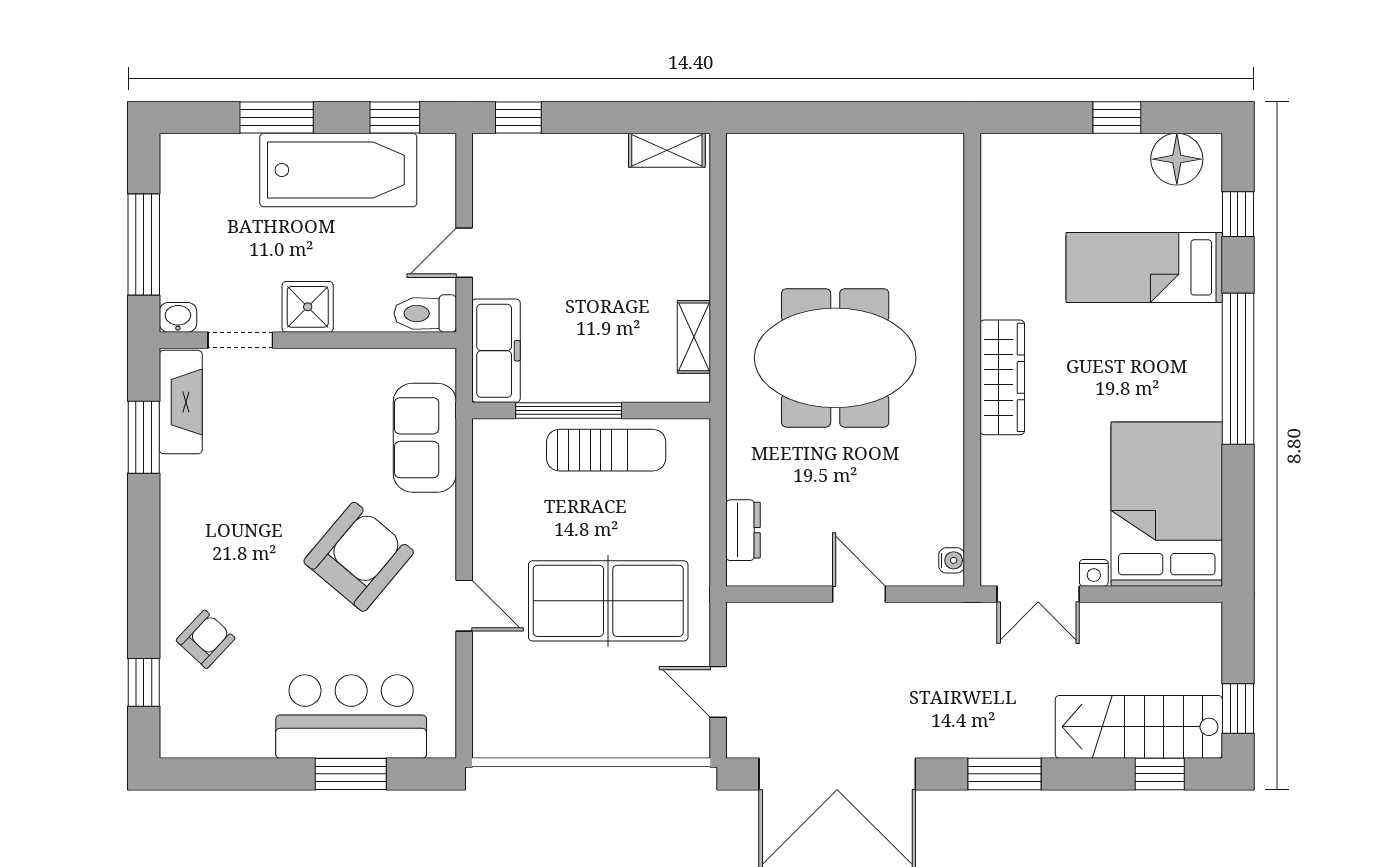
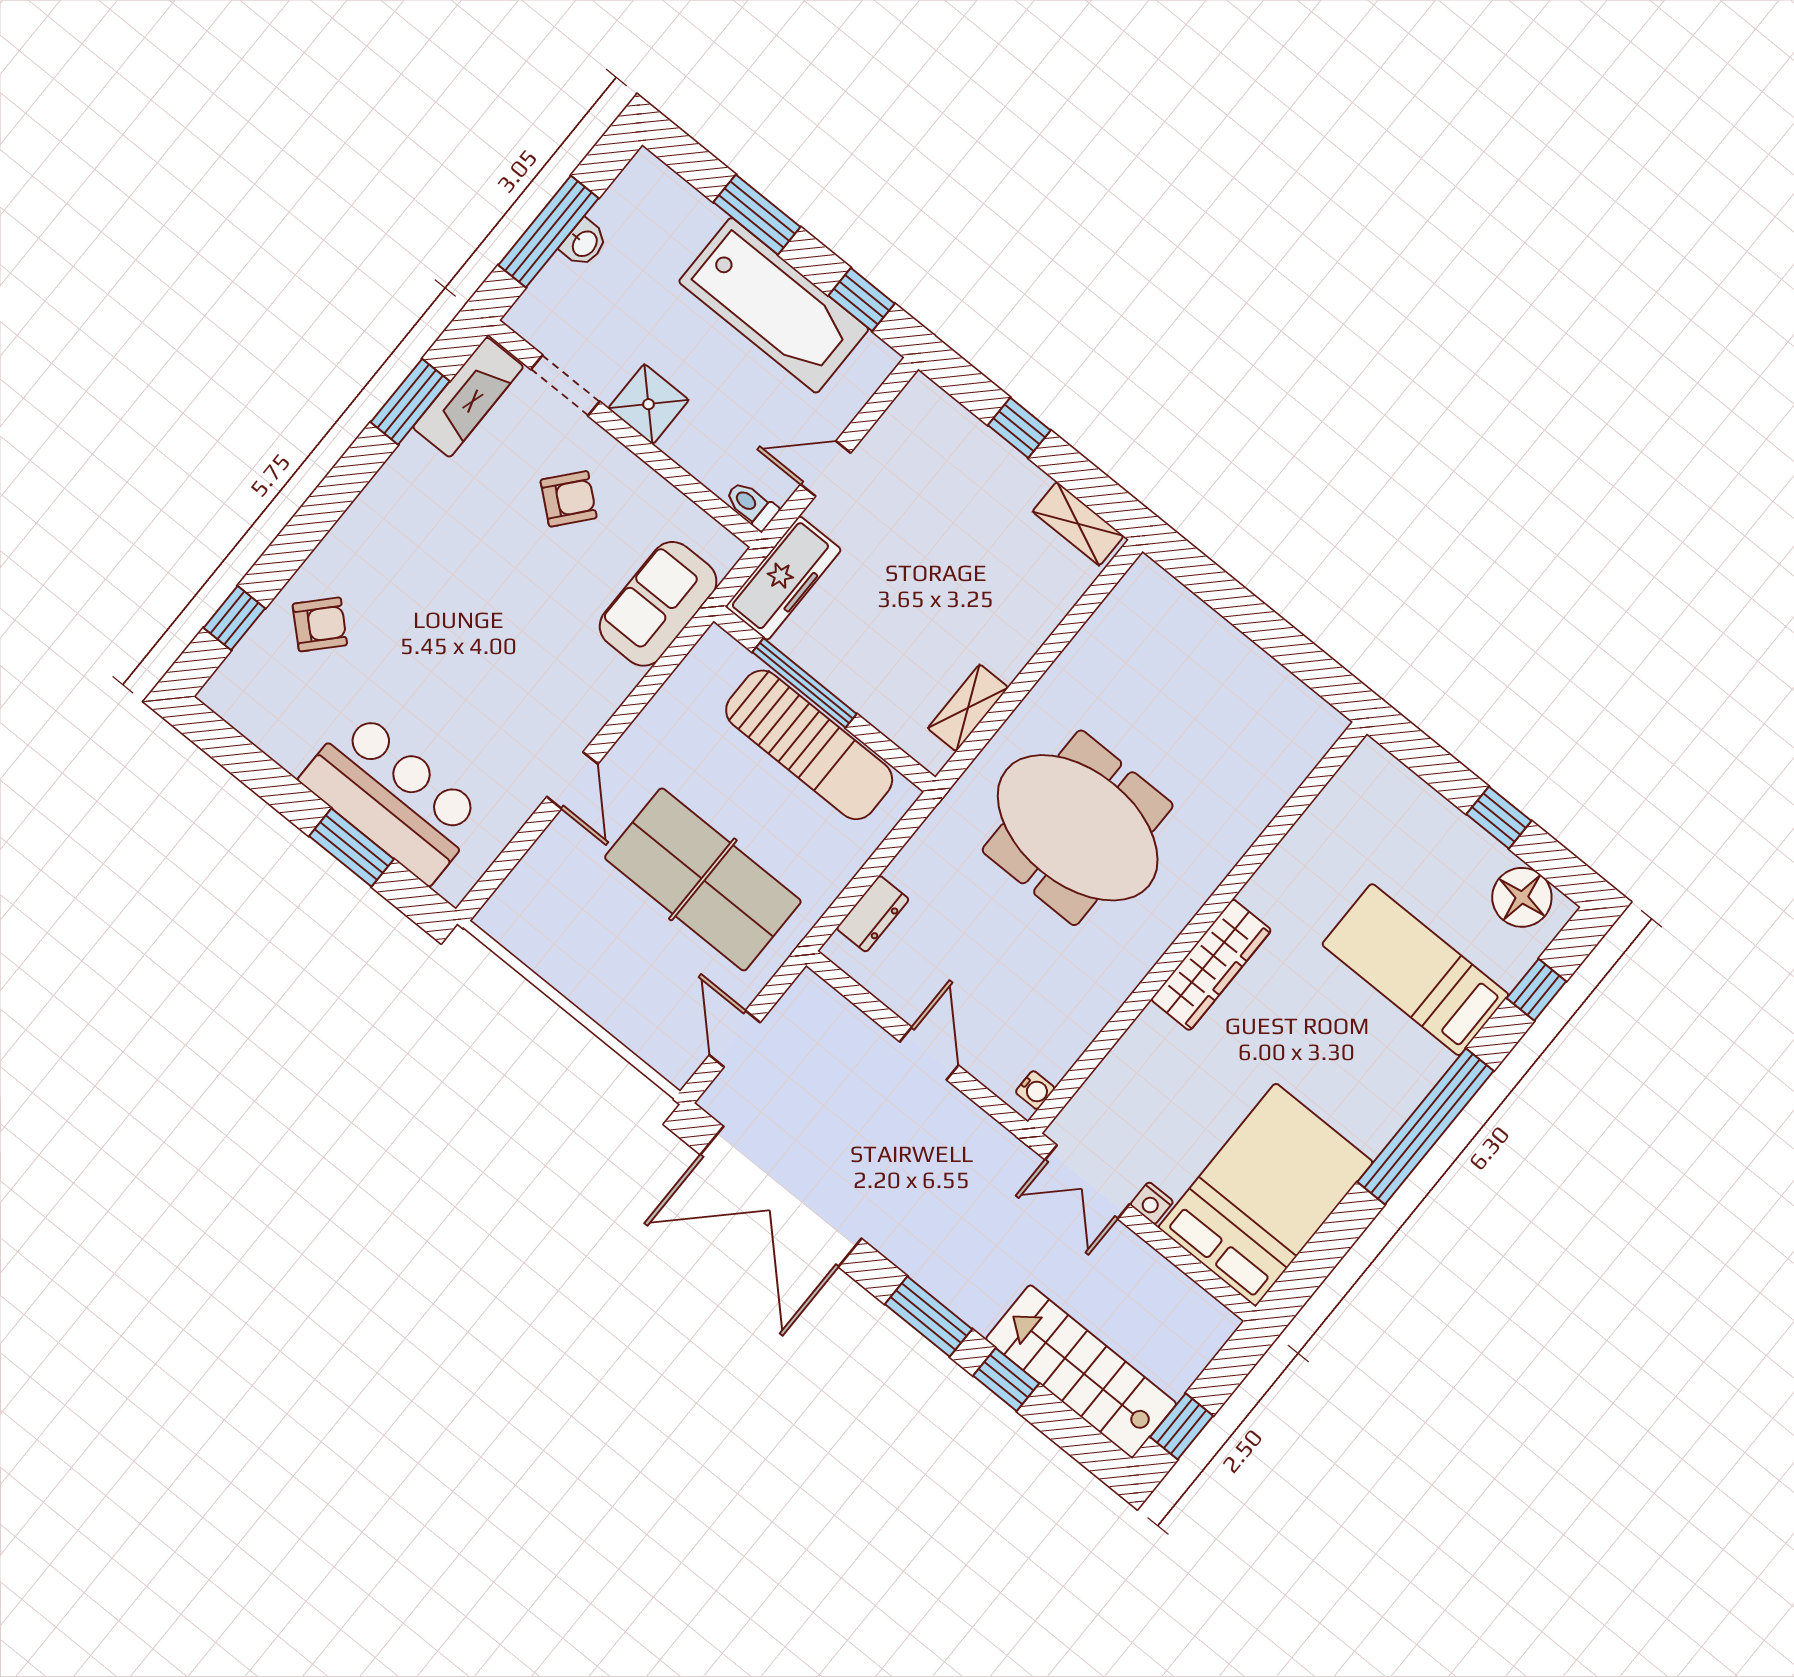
window: (518, 117) -> (1019, 428), moved
toilet: (425, 313) -> (752, 505), width x0.73, depth x0.72
washbasin: (178, 317) -> (584, 243), moved, turned 90
sun lounger: (606, 450) -> (809, 745), width x1.36, depth x1.34
armchair: (359, 557) -> (569, 499), moved, width x0.53, depth x0.53
window: (1160, 774) -> (1006, 1380), moved

